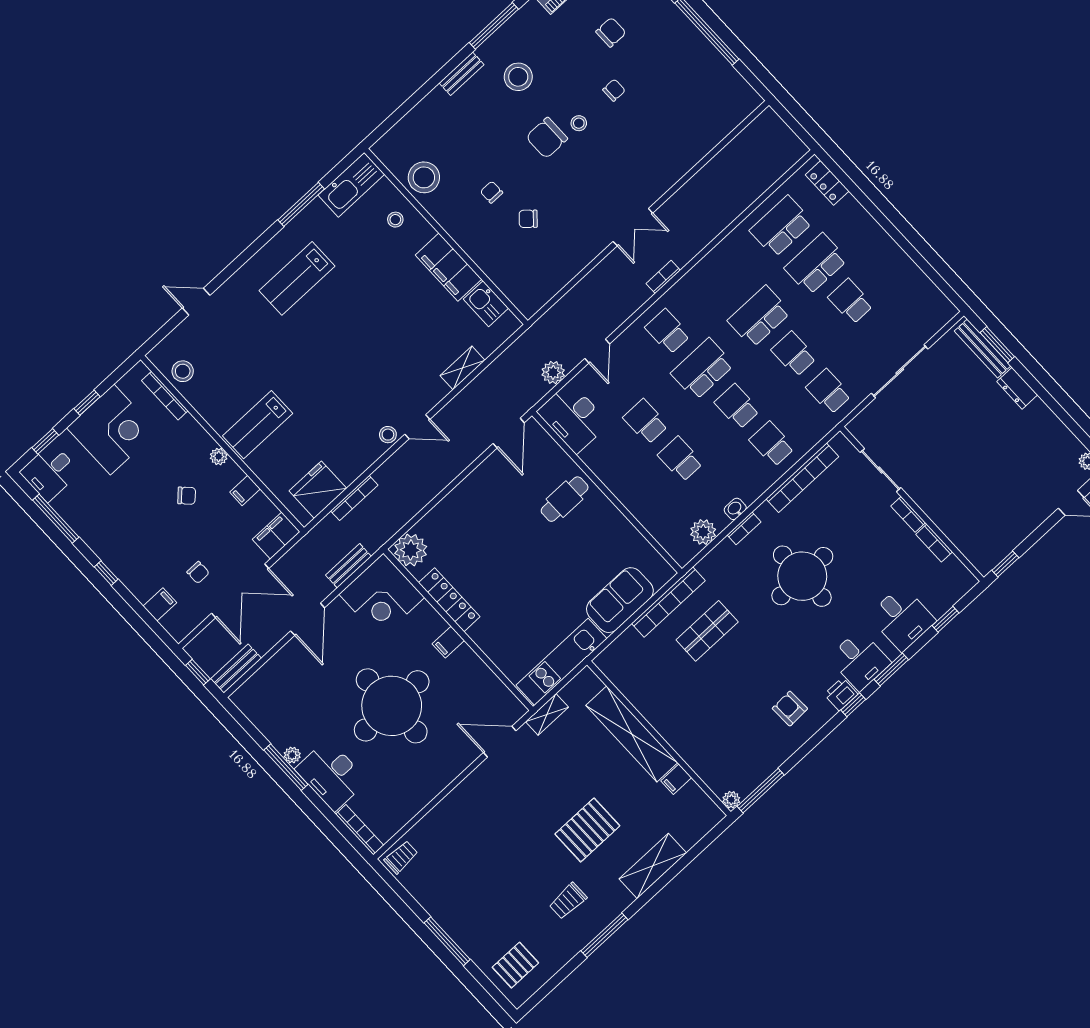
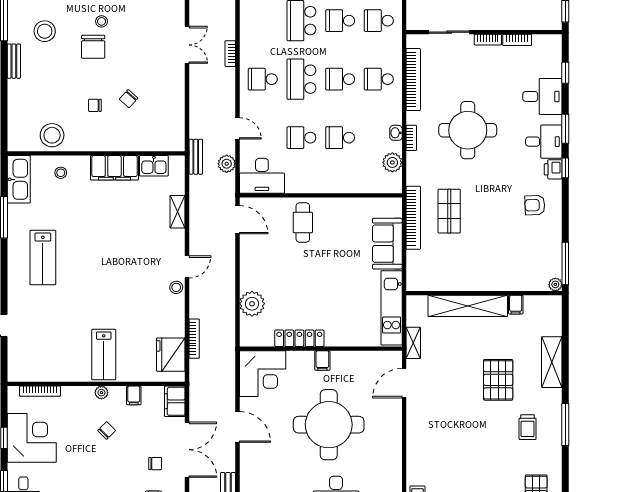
stool: (183, 371) -> (36, 369), removed
plant: (411, 550) -> (252, 304), moved
bench: (348, 566) -> (196, 157), moved

